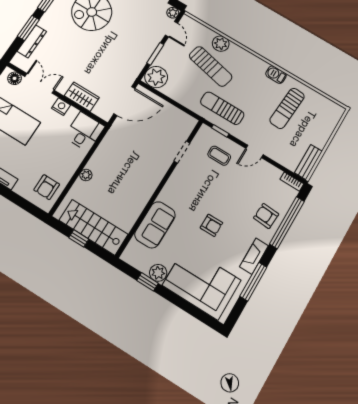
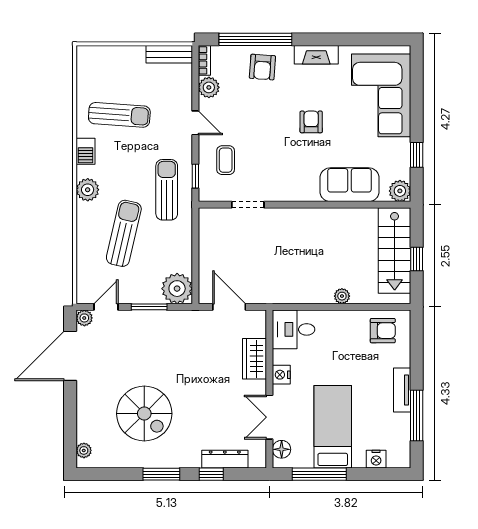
window: (28, 28) -> (211, 474), width x0.67
plant: (221, 44) -> (88, 190), moved
door: (124, 101) -> (229, 307), width x0.73
sun lounger: (222, 108) -> (167, 190), turned 180
plant: (273, 174) -> (209, 87), added
plant: (158, 273) -> (400, 191), moved
window: (253, 282) -> (345, 39), removed

